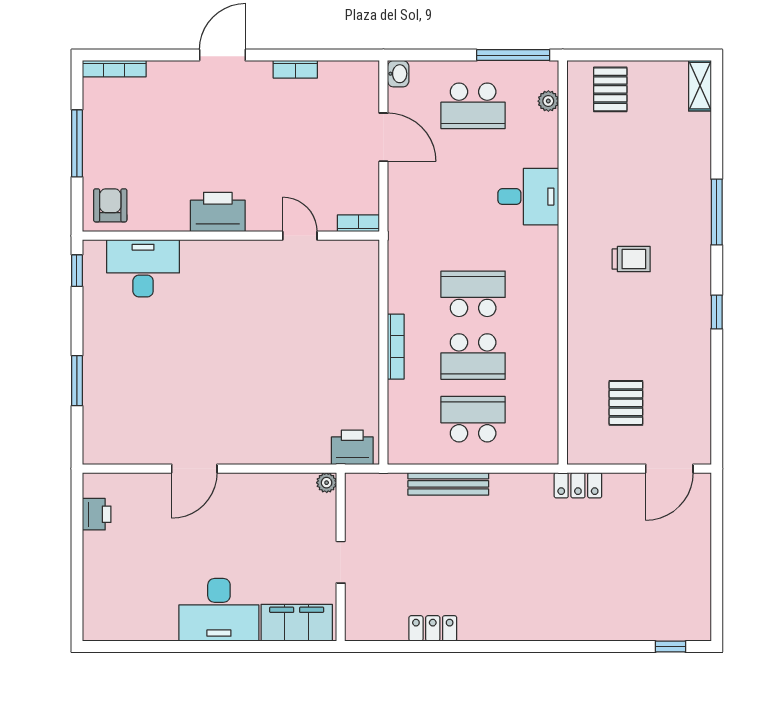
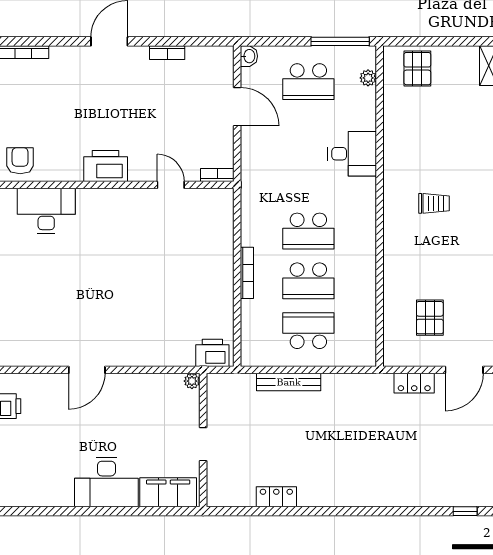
school desk: (473, 294) -> (308, 231), turned 180
locker: (578, 485) -> (414, 383), moved

